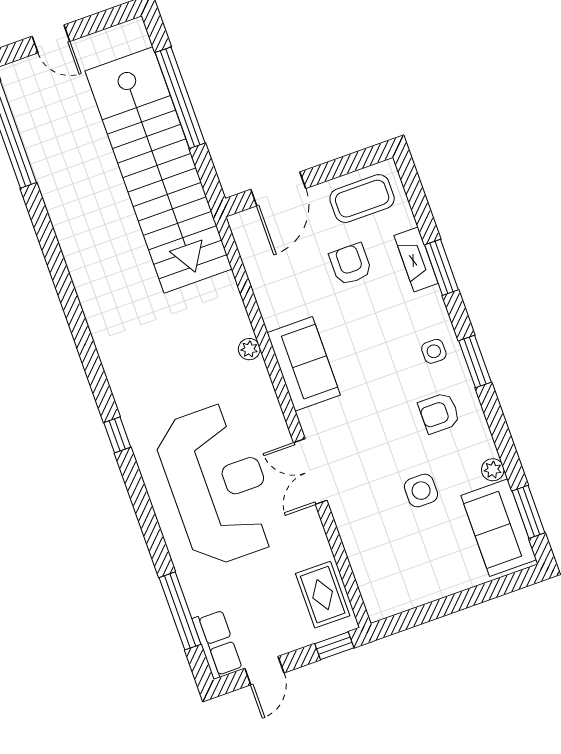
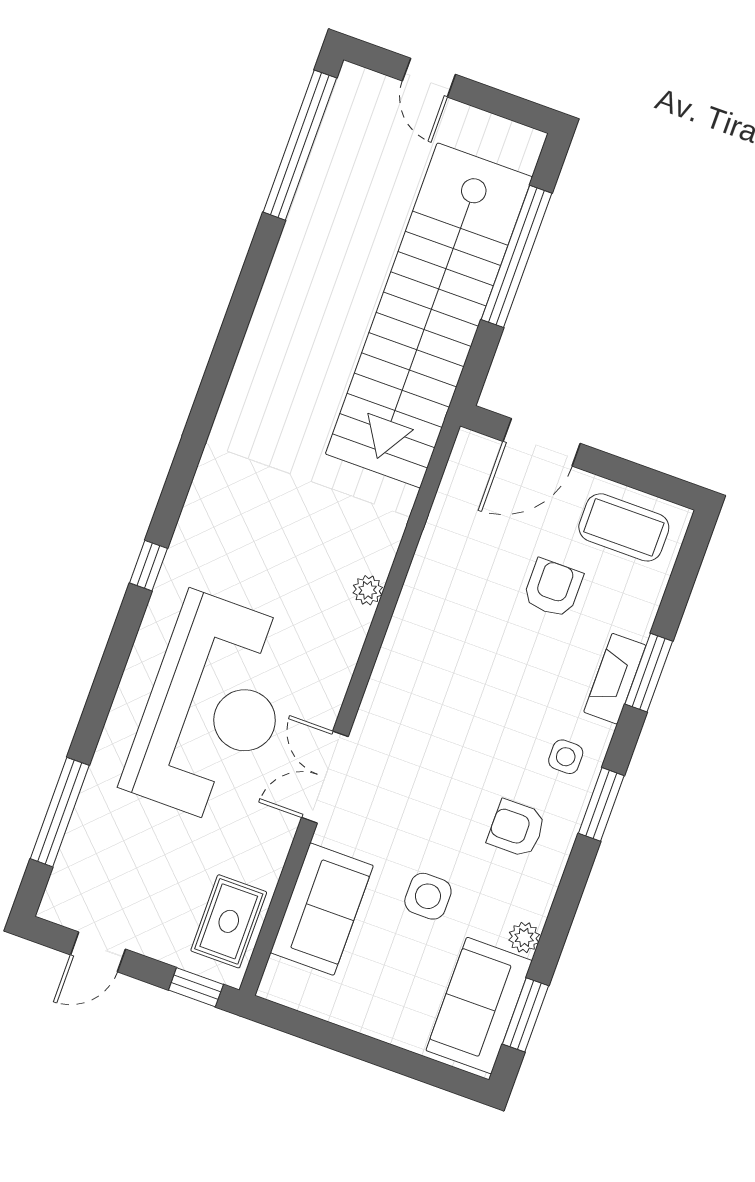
fireplace: (416, 259) -> (615, 679), moved
sofa: (304, 364) -> (322, 909), moved
row of seats: (217, 644) -> (71, 881), removed

